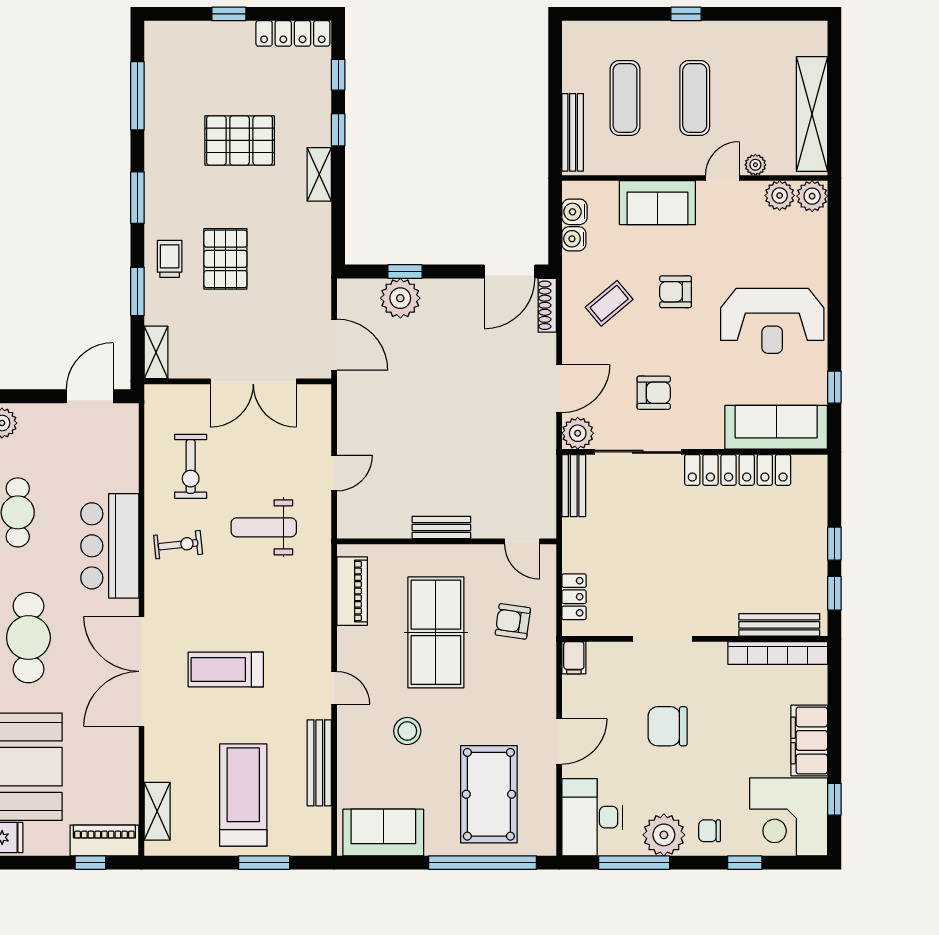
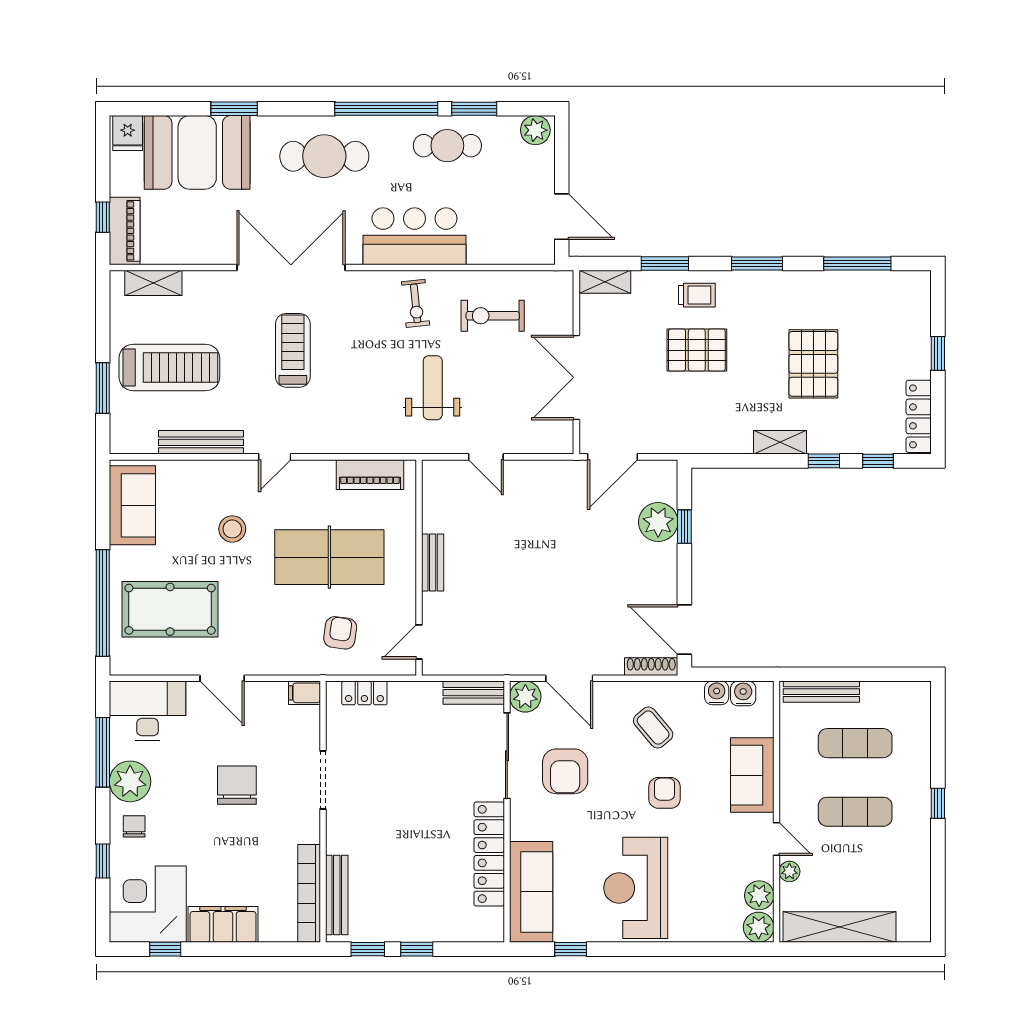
armchair: (654, 393) -> (565, 771), width x1.38, depth x1.38

